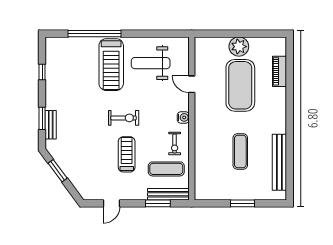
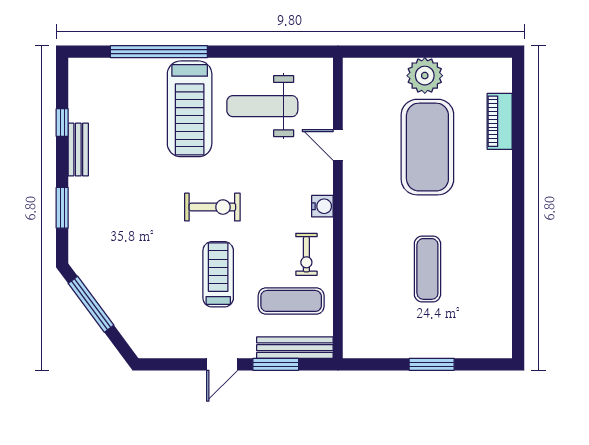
bench: (51, 125) -> (78, 150), moved
bench: (279, 162) -> (499, 289), removed
window: (58, 171) -> (91, 304), width x1.44
door: (111, 203) -> (222, 364), moved

